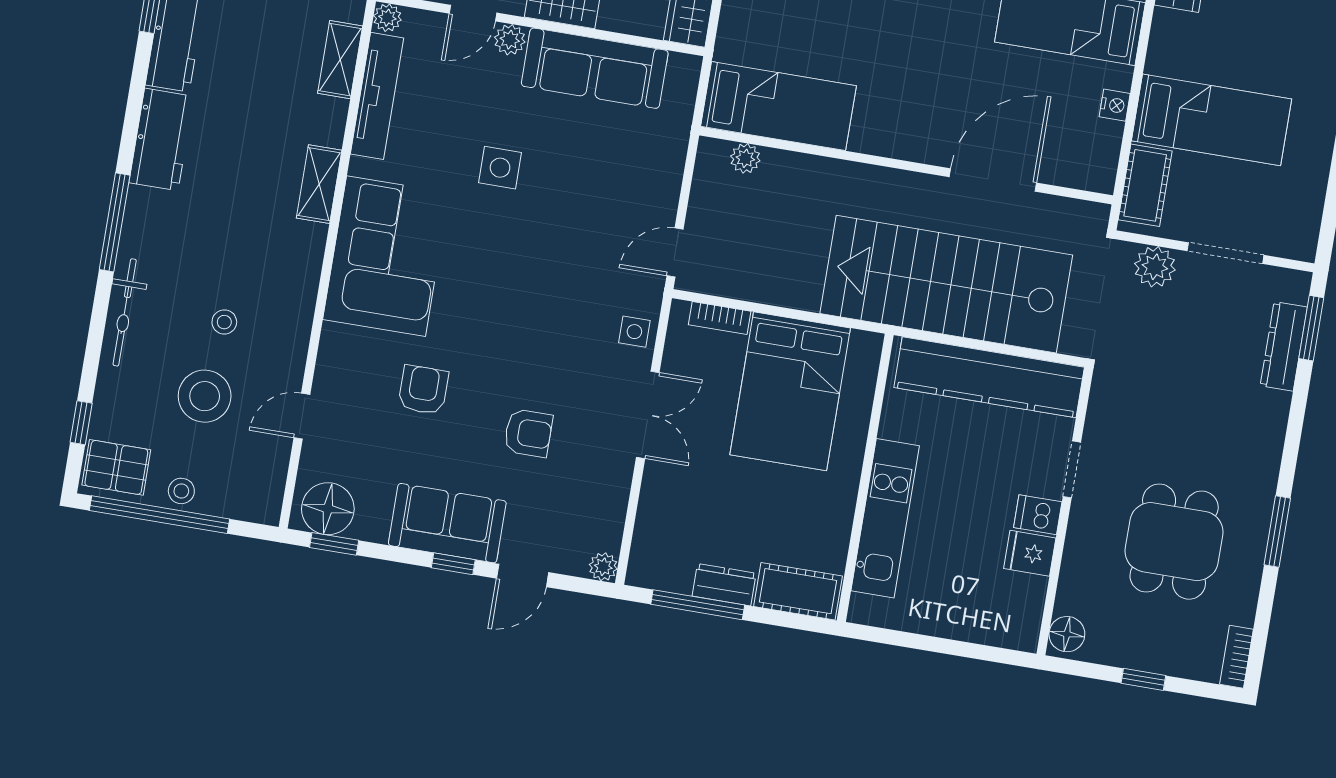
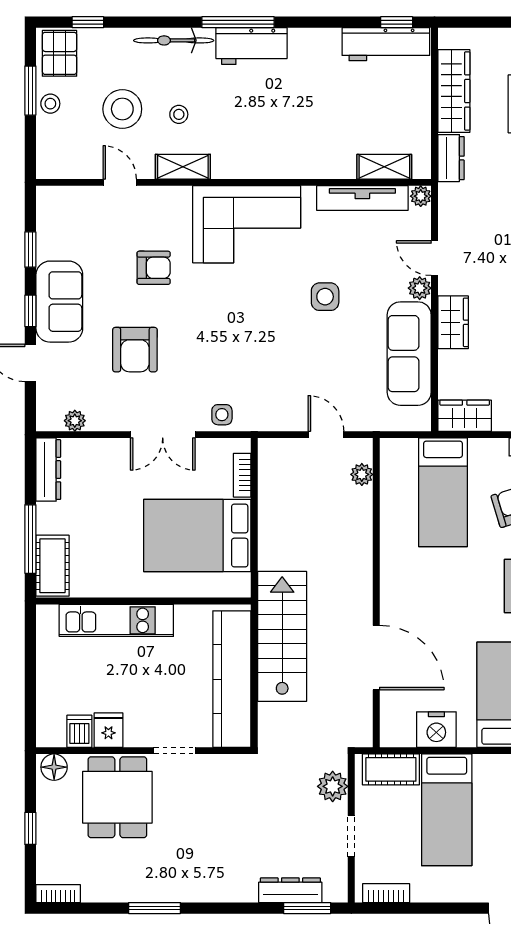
nightstand: (1115, 105) -> (436, 730), width x1.89, depth x1.79
bed: (778, 106) -> (443, 492), moved
workbench: (161, 140) -> (252, 46), moved
shelving: (319, 184) -> (183, 167), moved
bookcase: (1309, 219) -> (386, 893), added
door: (675, 253) -> (326, 435), moved
doorway: (1225, 253) -> (351, 836), width x0.73
stairs: (946, 284) -> (282, 636), width x0.73, depth x0.66
armchair: (528, 433) -> (135, 350), width x1.38, depth x1.38
floor lamp: (328, 509) -> (55, 213), removed
window: (159, 515) -> (30, 91), width x0.47
dishwasher: (1038, 515) -> (79, 731), moved
dining table: (1174, 542) -> (117, 797), moved, turned 90
window: (334, 544) -> (30, 250), moved
plant: (603, 567) -> (75, 421), moved
dresser: (724, 585) -> (48, 470), moved, width x1.44
window: (698, 605) -> (30, 539), moved

